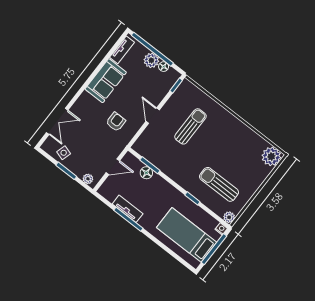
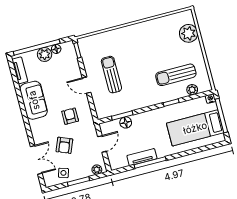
sun lounger: (190, 126) -> (111, 75), moved
armchair: (88, 136) -> (64, 145), added
plant: (271, 156) -> (189, 33), moved
plant: (229, 217) -> (192, 90), moved

